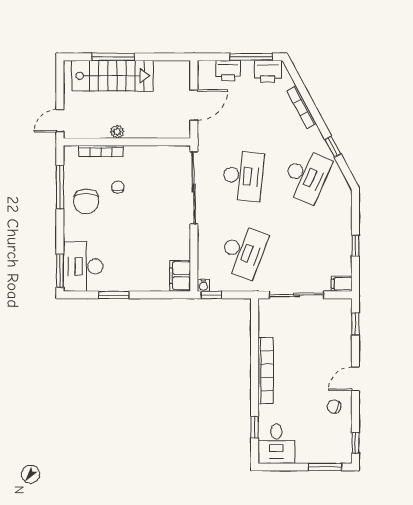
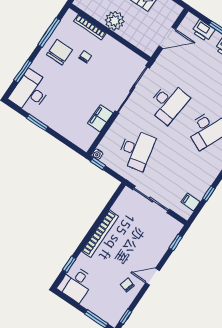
plant: (117, 132) -> (115, 21), width x1.87, depth x1.87
chair: (86, 201) -> (60, 52), turned 180
desk: (243, 251) -> (136, 150), turned -33
window: (60, 271) -> (23, 71), moved
filing cabinet: (180, 276) -> (100, 118), moved
filing cabinet: (342, 284) -> (191, 202), moved

